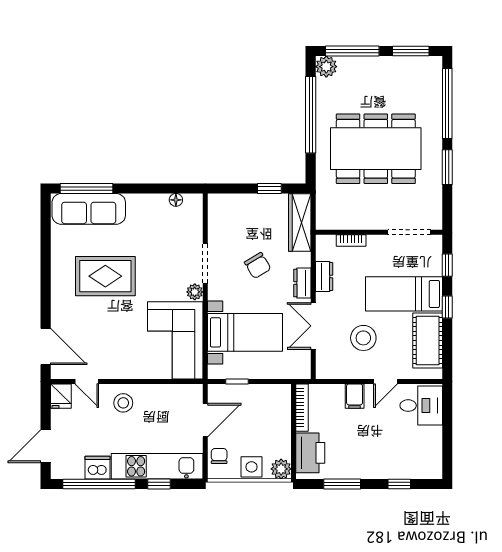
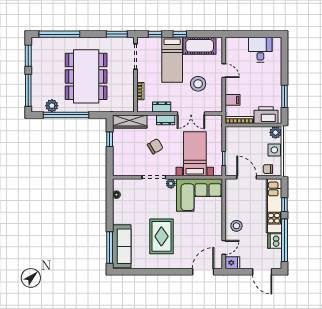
plant: (326, 67) -> (52, 106), moved
window: (447, 167) -> (117, 34), moved
filing cabinet: (355, 396) -> (232, 100), moved
desk: (421, 406) -> (260, 50), moved
window: (399, 484) -> (285, 63), removed

